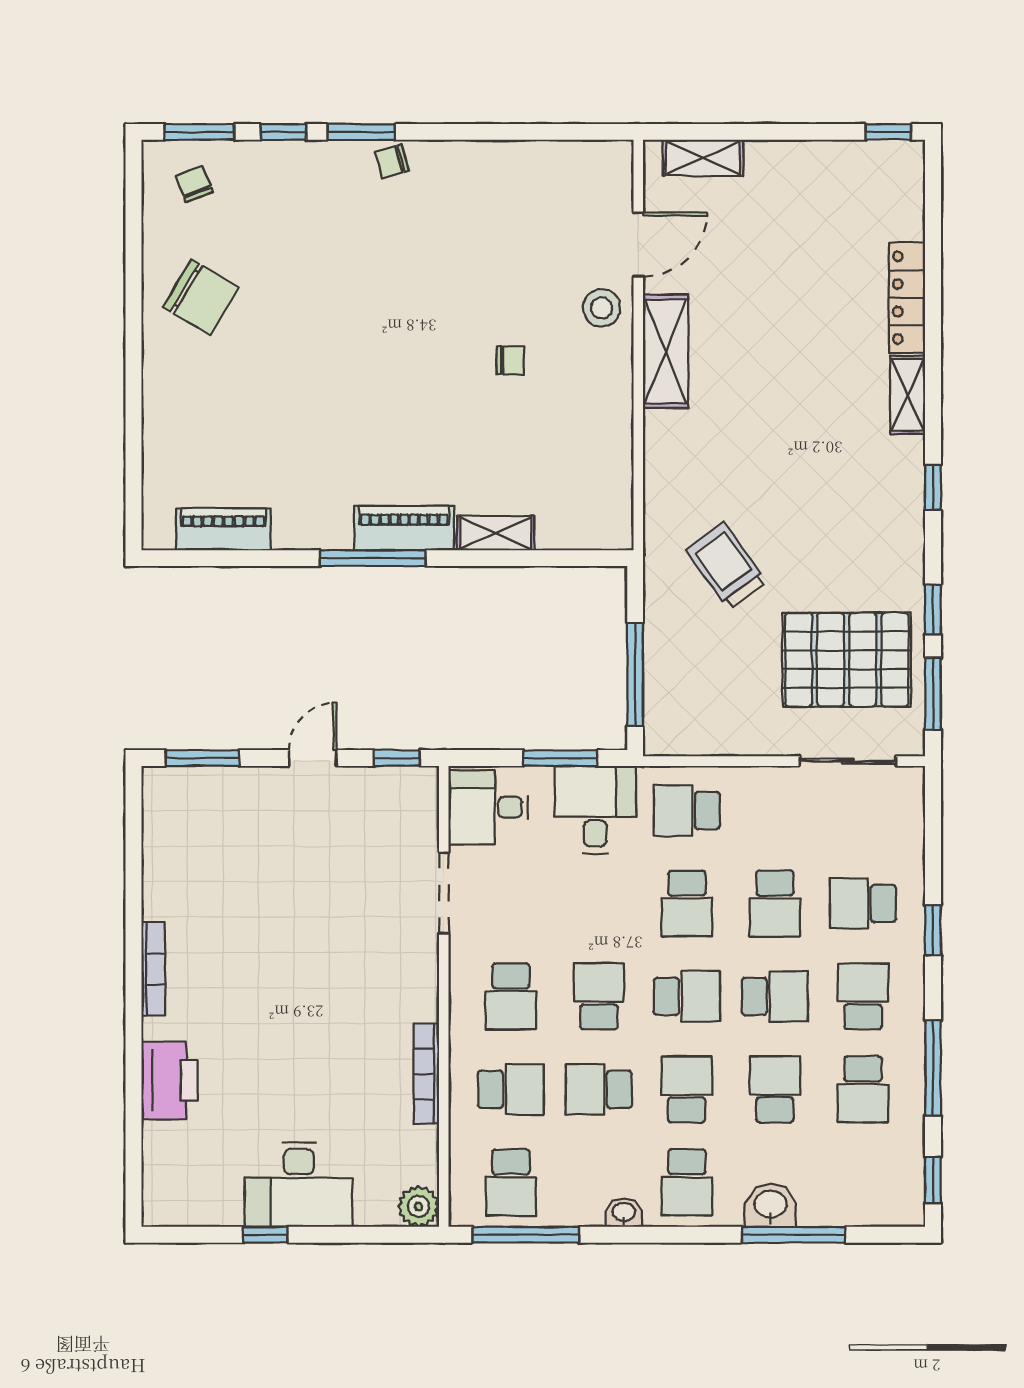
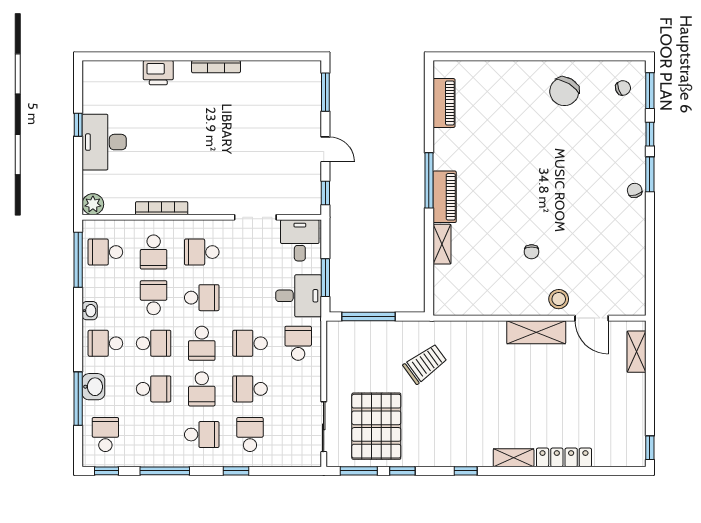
printer: (169, 1080) -> (158, 73), width x0.73, depth x0.84
school desk: (863, 1089) -> (105, 435), moved, turned 90

